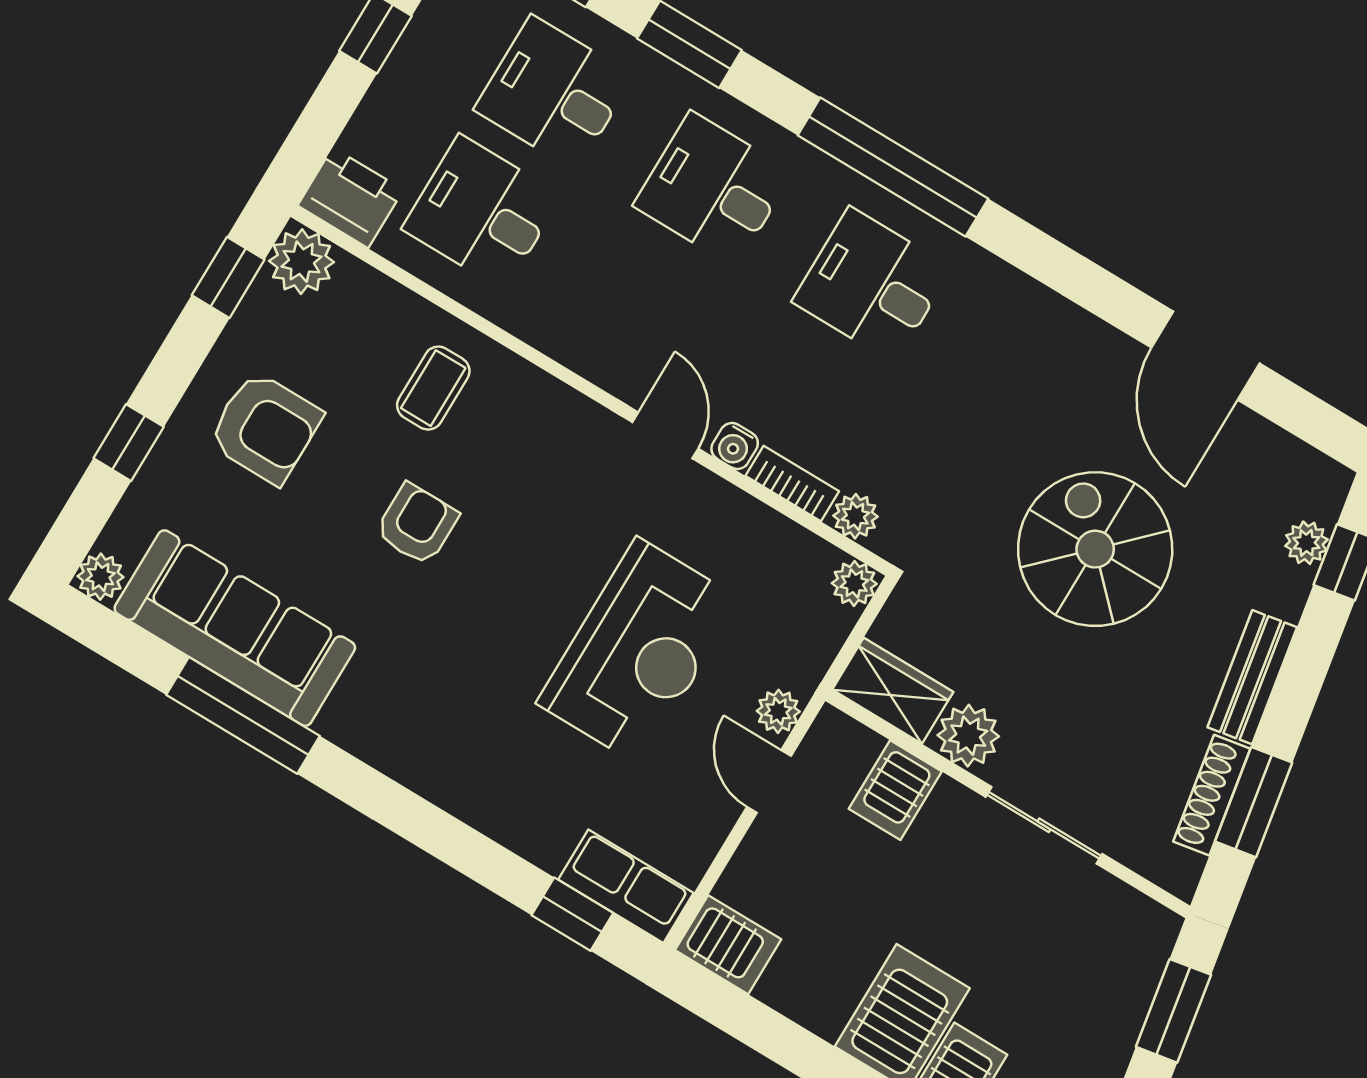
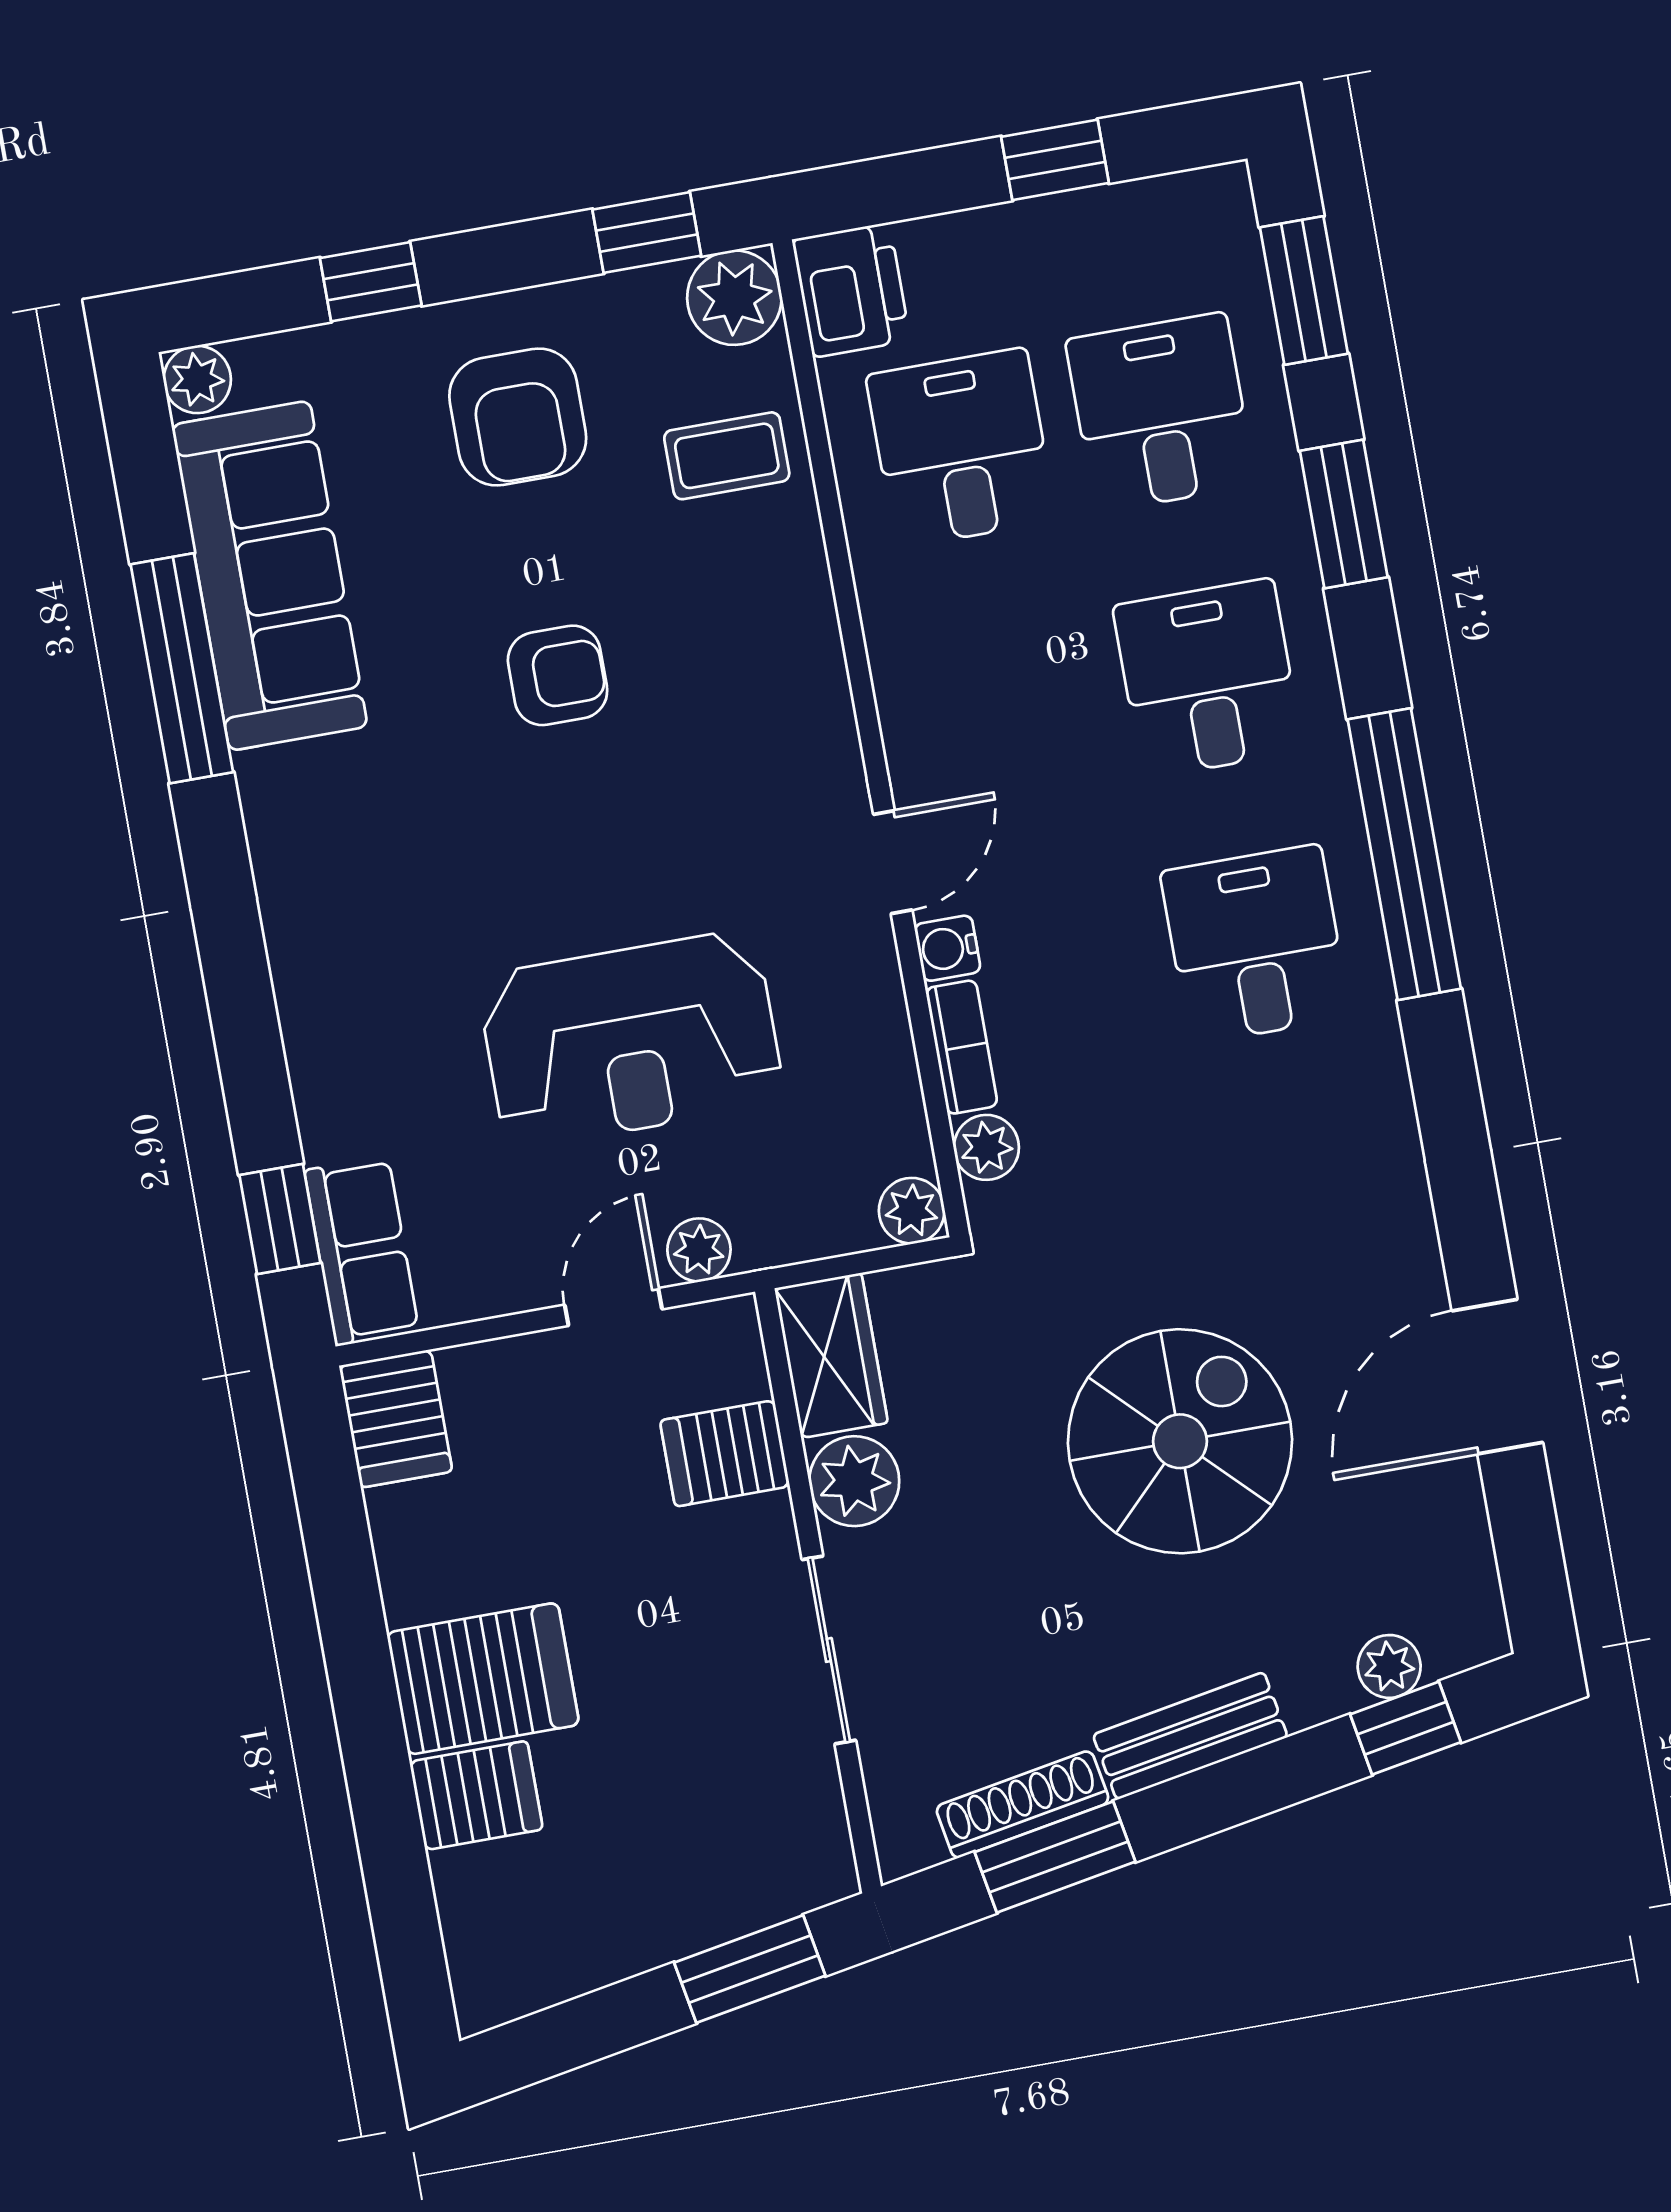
coffee table: (433, 388) -> (727, 456), moved

